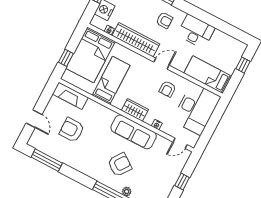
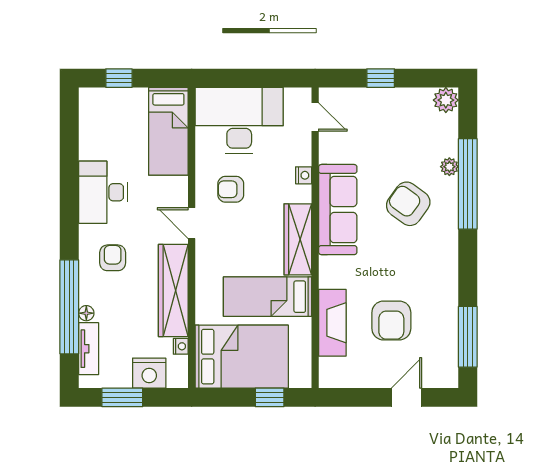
armchair: (168, 89) -> (231, 189), turned 180
fireplace: (70, 96) -> (332, 323), moved
wardrobe: (135, 110) -> (298, 239), width x1.50

